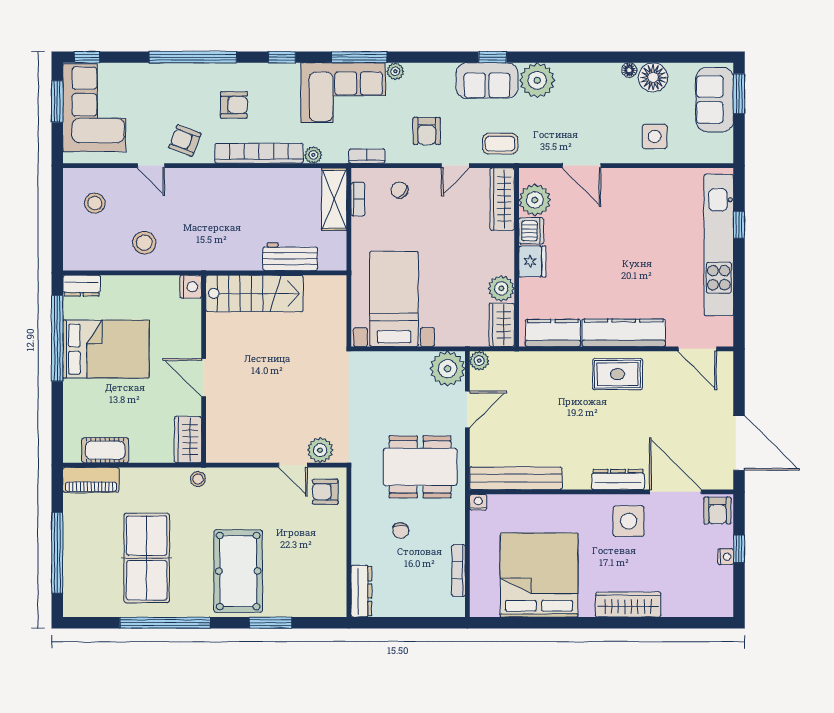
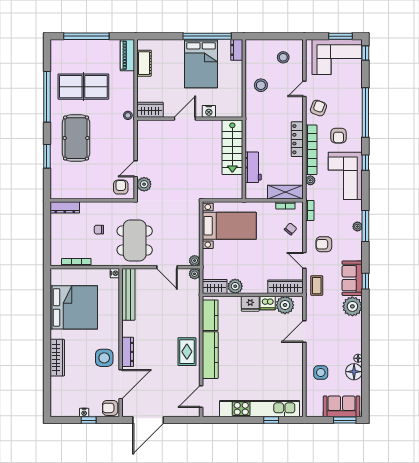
window: (359, 57) -> (365, 226), moved
corner sofa: (343, 93) -> (345, 176), moved
locker: (240, 178) -> (297, 139), added
nightstand: (191, 287) -> (209, 111), moved
plant: (448, 369) -> (195, 261), width x0.53, depth x0.53
pool table: (238, 571) -> (76, 138), turned 90

